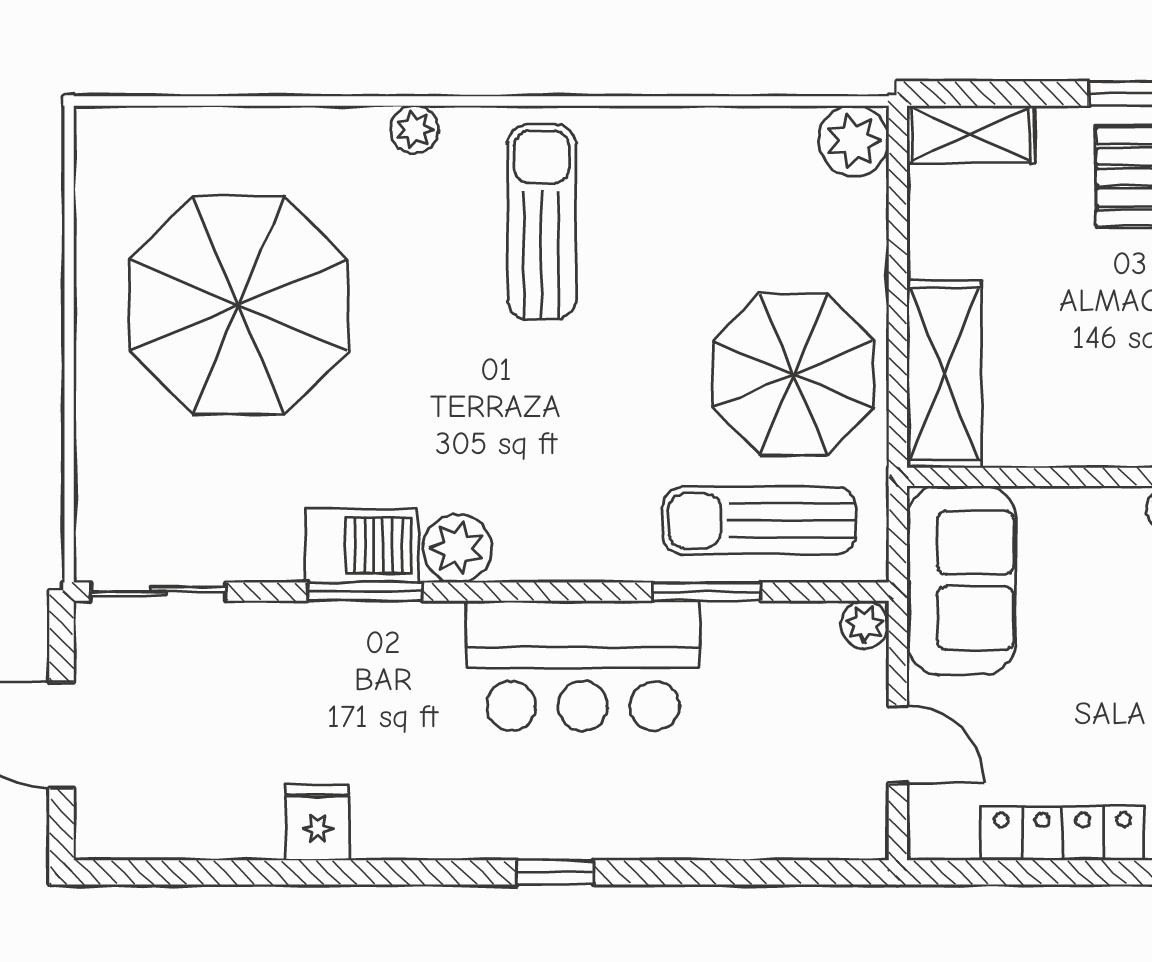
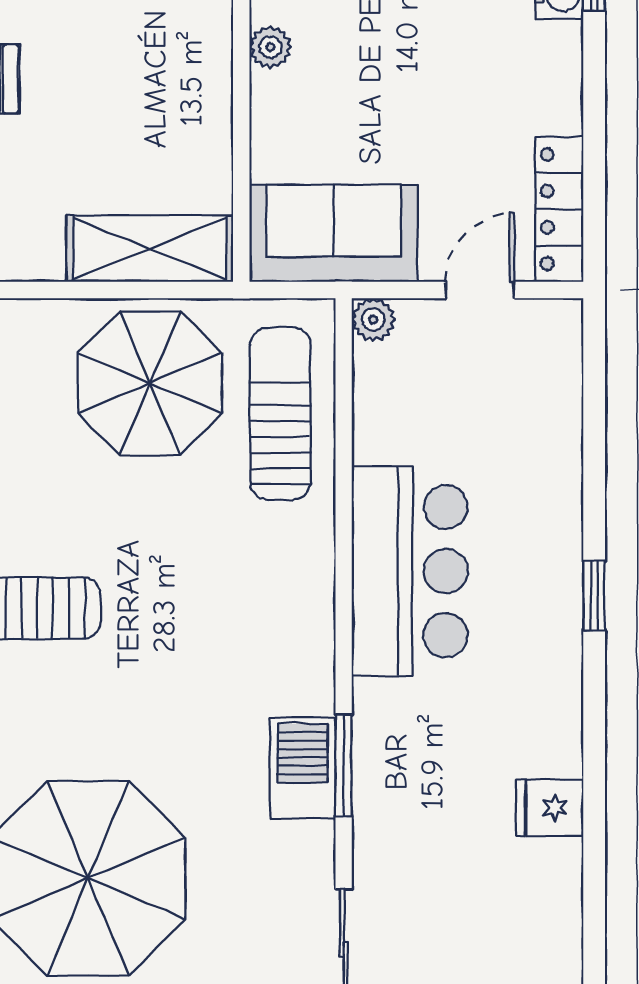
sun lounger: (759, 521) -> (280, 414), turned 180
plant: (457, 548) -> (305, 683), removed
window: (707, 592) -> (344, 460), removed
locker: (1062, 833) -> (559, 209), moved

